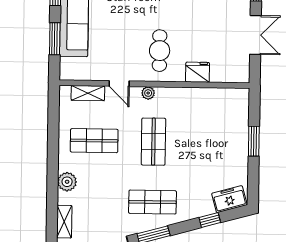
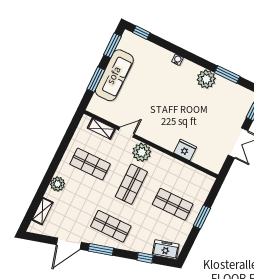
cafe table: (160, 51) -> (166, 122), removed
door: (119, 84) -> (126, 132), swing flipped
plant: (148, 93) -> (142, 152), width x1.87, depth x1.87
shop shelf: (213, 143) -> (173, 204), added

